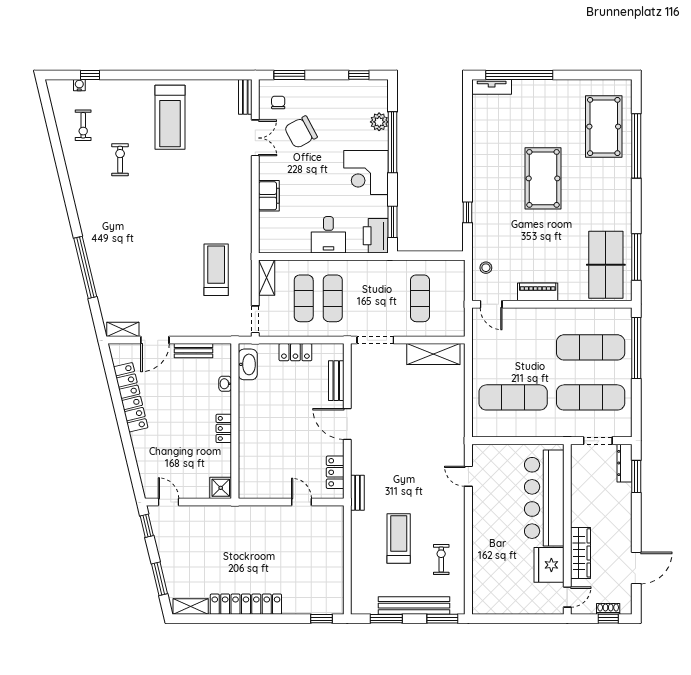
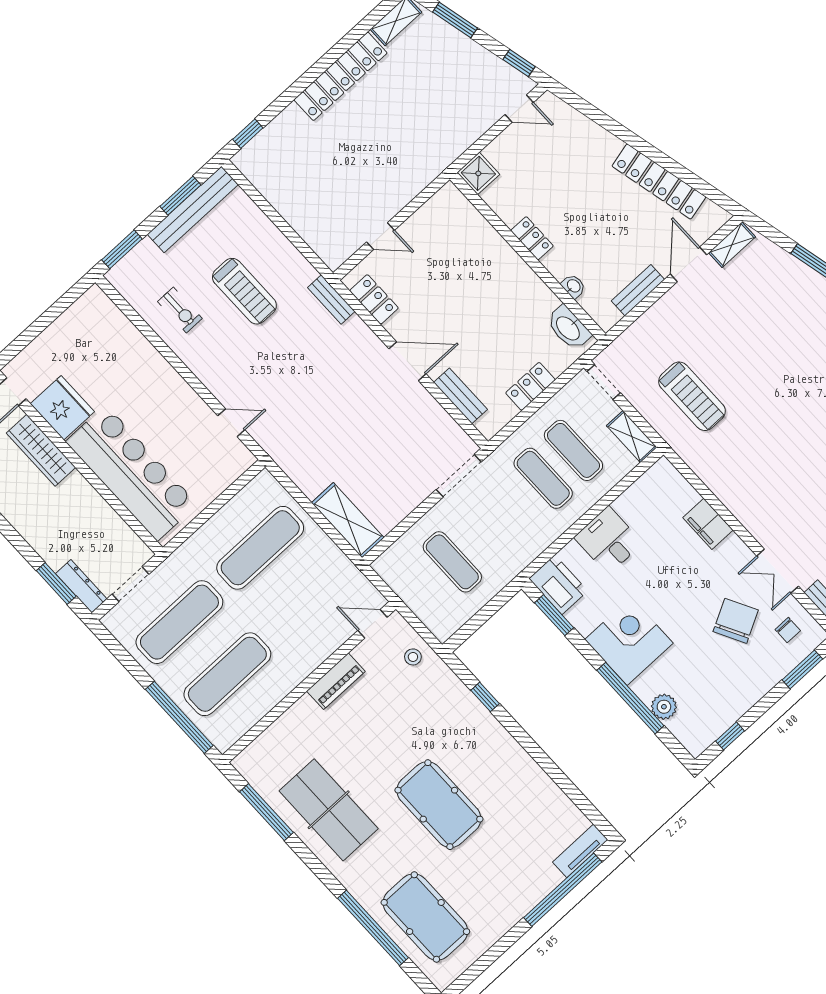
table tennis table: (606, 265) -> (329, 810), moved
shelving: (433, 354) -> (348, 520), moved, turned 90
bench: (414, 606) -> (193, 209), moved

